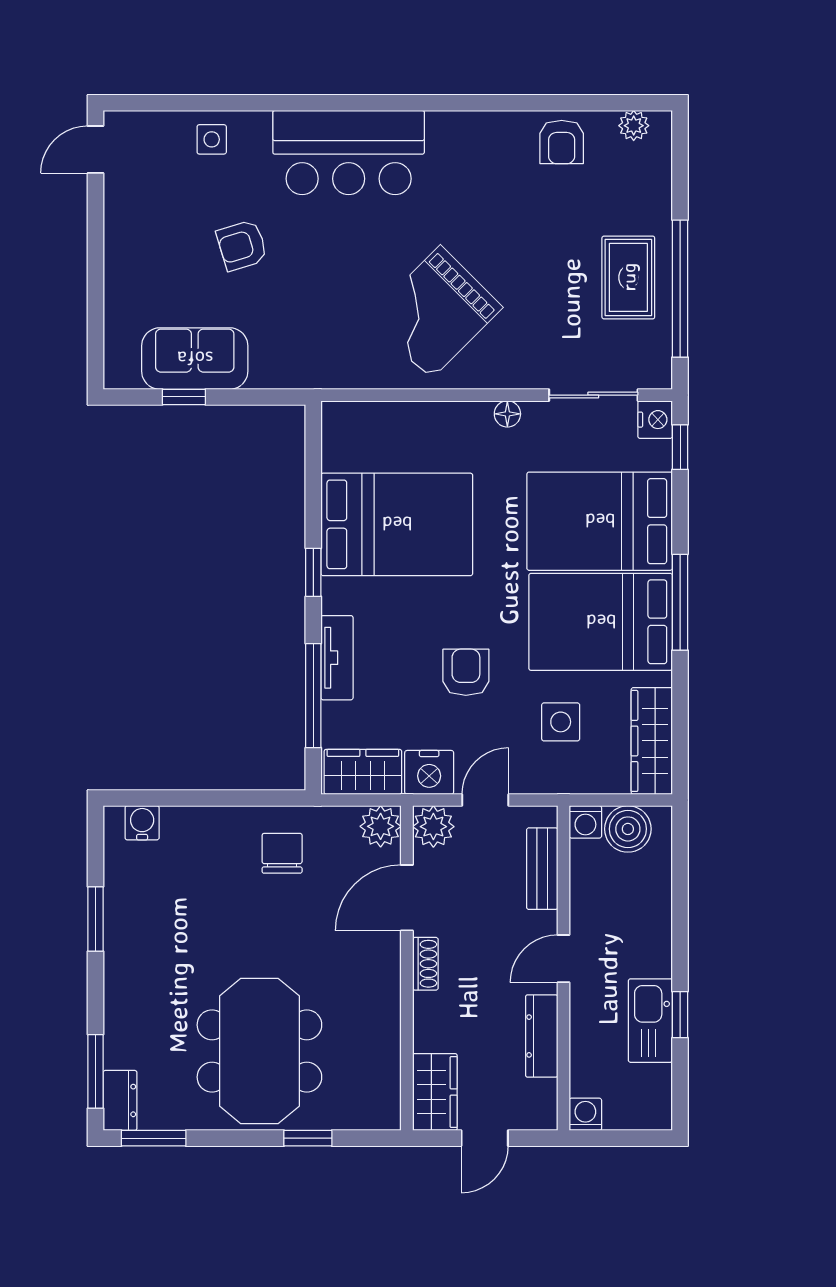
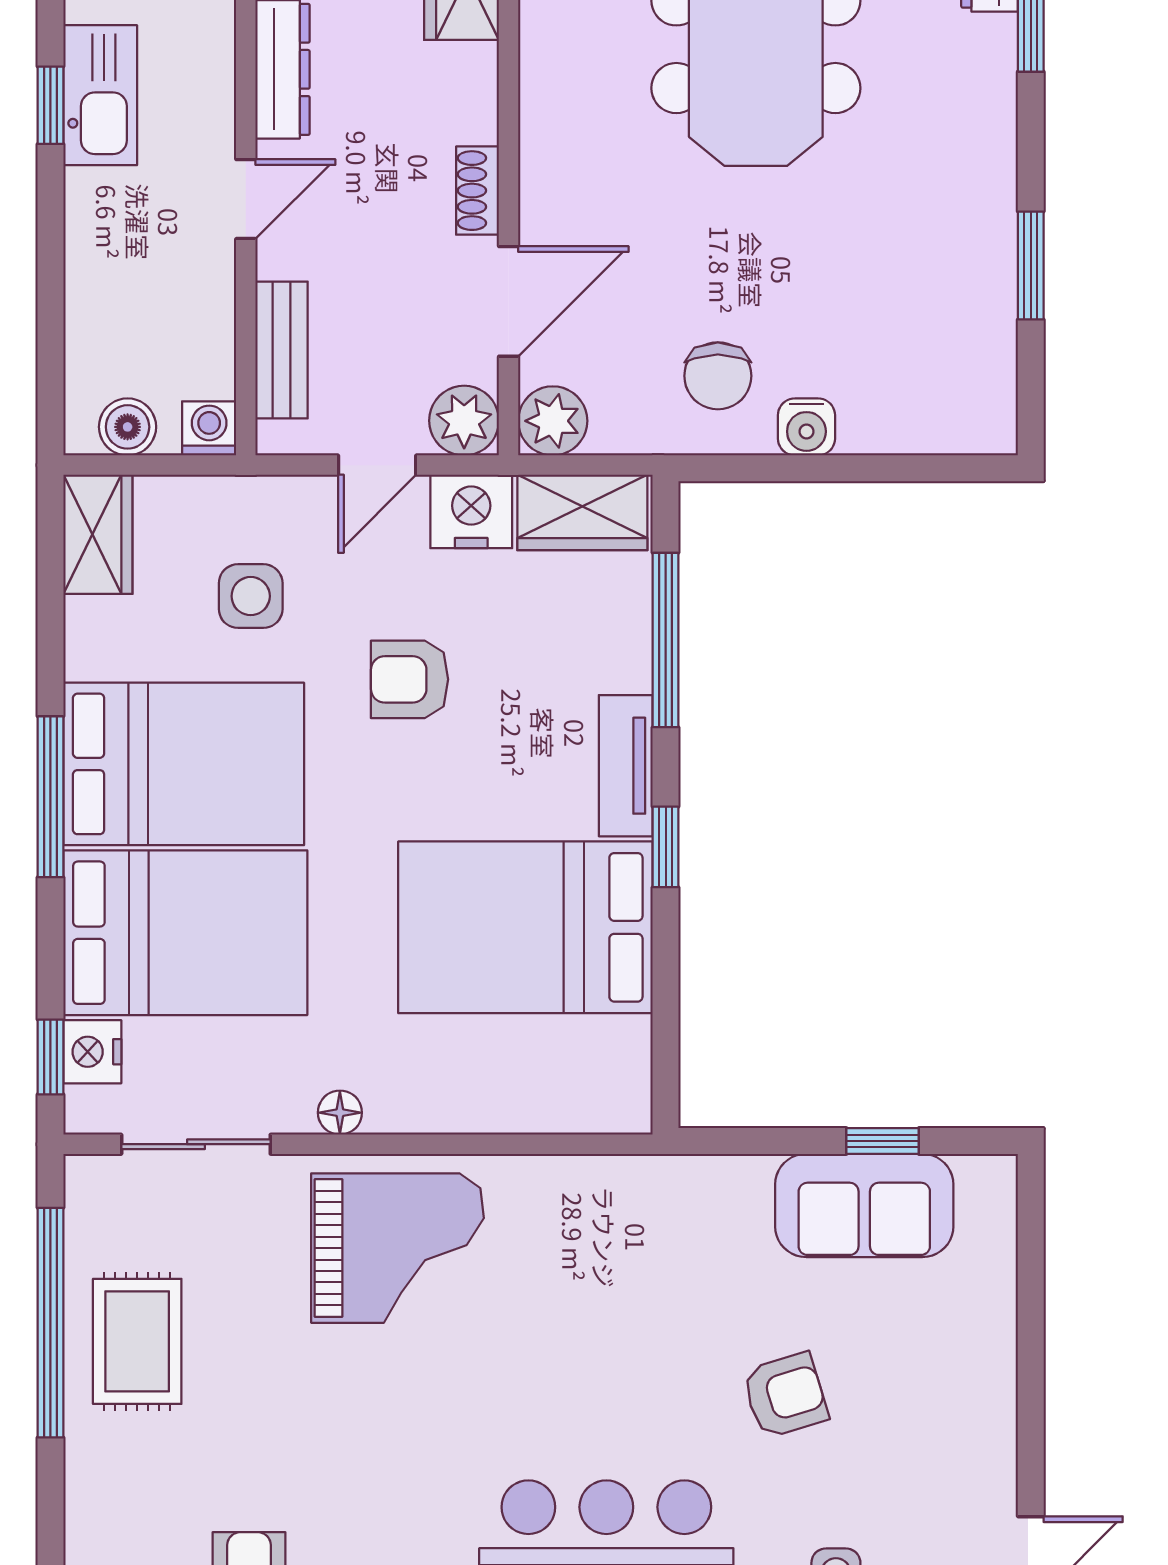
grand piano: (436, 312) -> (398, 1248), moved, turned 45
nightstand: (655, 420) -> (92, 1052), moved
tv unit: (337, 658) -> (626, 766), moved
armchair: (466, 672) -> (409, 679), turned 90
wardrobe: (652, 741) -> (98, 534), width x0.67
water cooler: (142, 823) -> (806, 427), moved
boiler: (628, 829) -> (128, 427), width x0.73, depth x0.73

